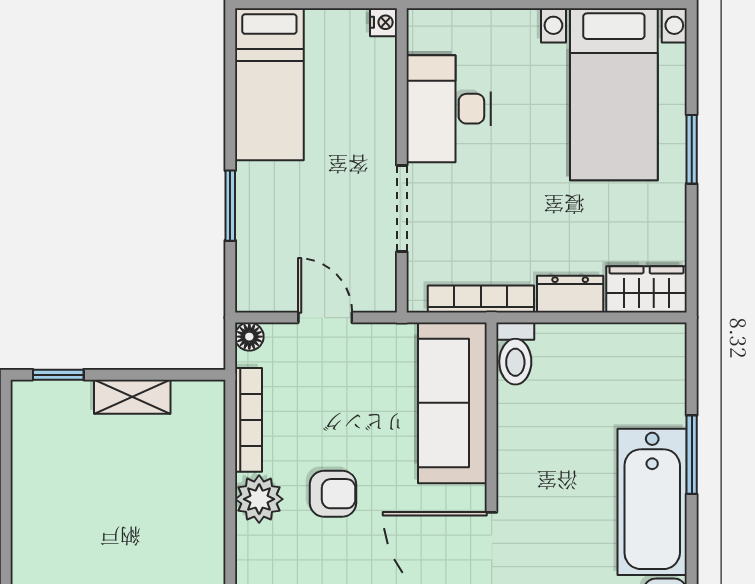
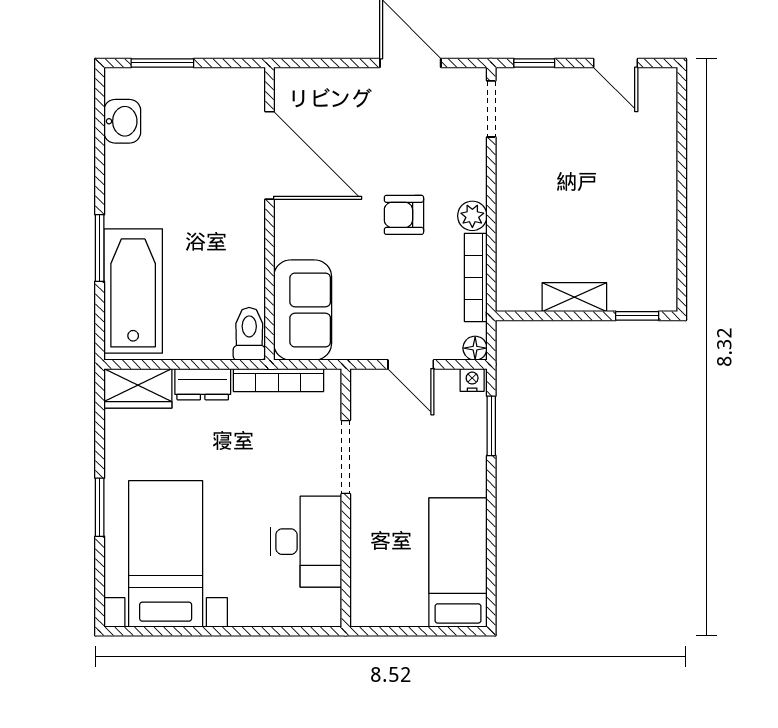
nightstand: (383, 22) -> (472, 380), moved, turned 90
window: (230, 206) -> (491, 426), moved
sofa: (452, 403) -> (303, 310), width x0.73
plant: (259, 499) -> (472, 216), width x0.73, depth x0.73
bathtub: (652, 502) -> (133, 291), moved

